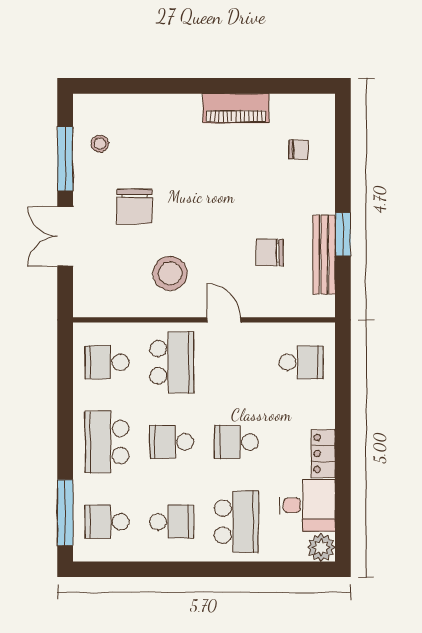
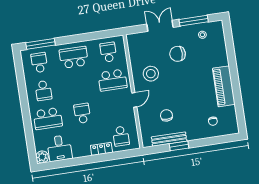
piano: (236, 108) -> (224, 86), width x1.37, depth x1.33
school desk: (172, 442) -> (78, 85), removed
locker: (323, 454) -> (101, 149), moved

